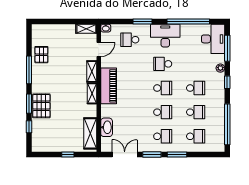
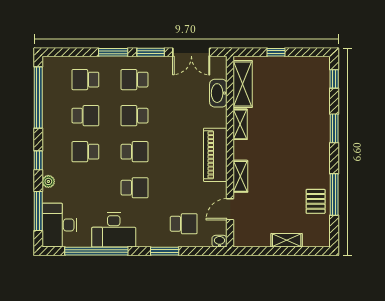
shelving: (86, 29) -> (287, 240), moved
desk: (165, 36) -> (114, 230), moved
window: (29, 70) -> (334, 195), moved
school desk: (163, 88) -> (135, 152), turned 180
shelving: (92, 93) -> (240, 124), moved
pallet: (41, 106) -> (316, 125), removed
school desk: (196, 112) -> (85, 116), turned 180
window: (29, 127) -> (334, 79), moved

